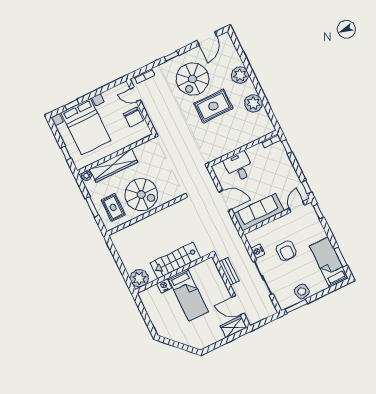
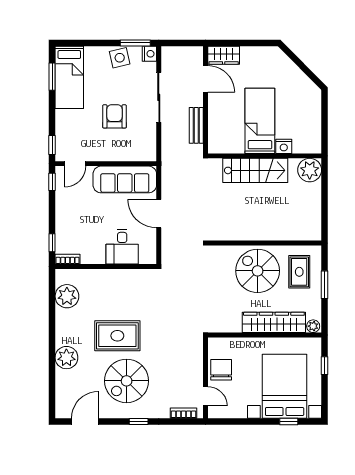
spiral stairs: (193, 79) -> (127, 381), turned 180
plant: (253, 103) -> (67, 296), moved
nightstand: (258, 251) -> (149, 54), moved

